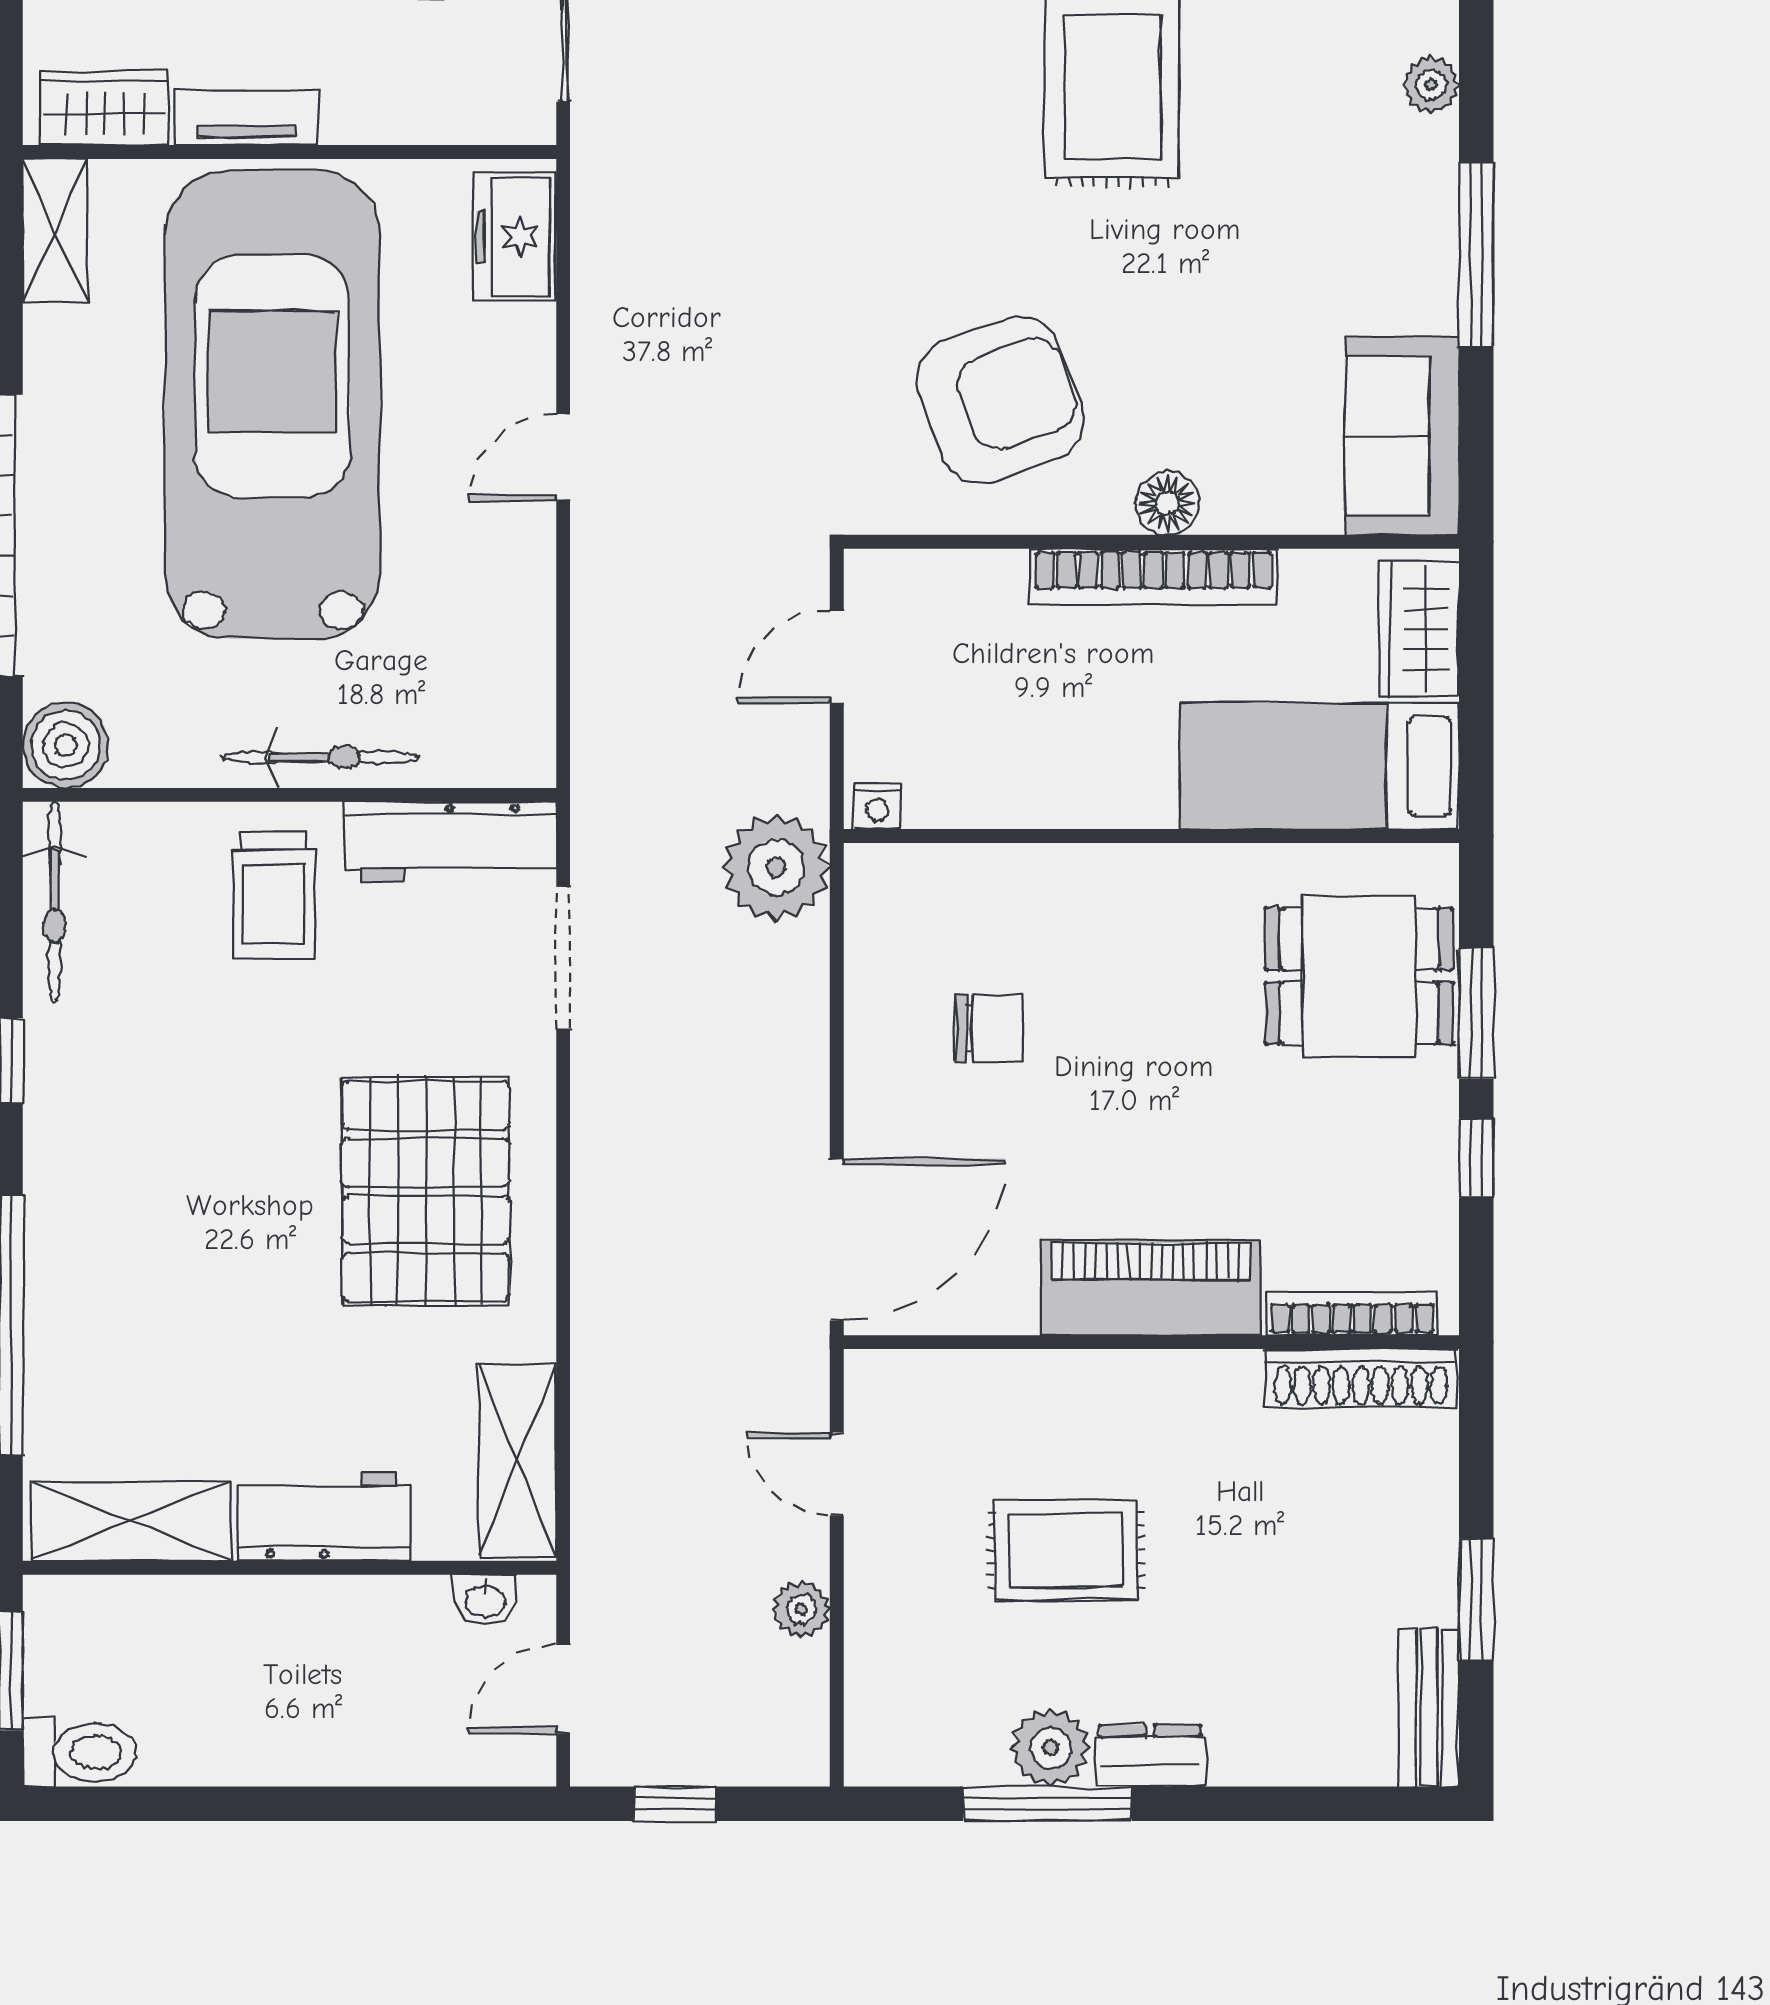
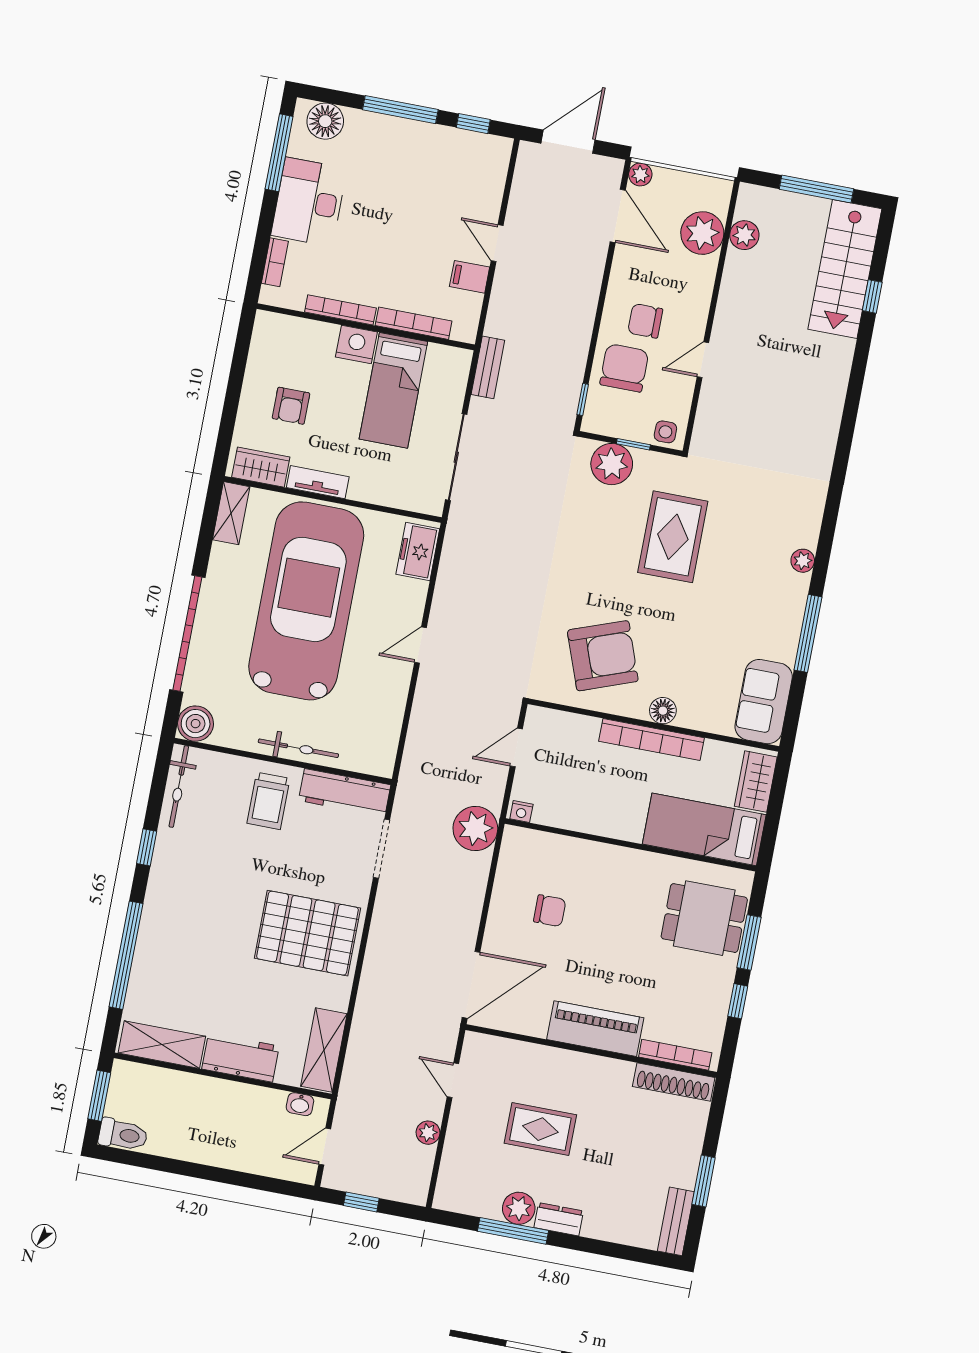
pallet: (426, 1191) -> (307, 933), turned 90

